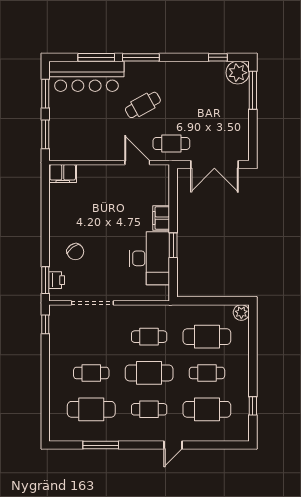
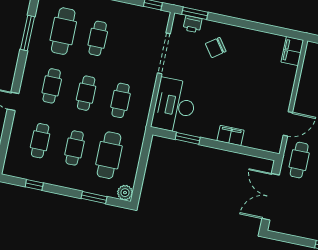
window: (173, 245) -> (188, 138), moved
desk: (150, 258) -> (174, 106), moved, turned 90
window: (253, 343) -> (94, 198), added
cafe table: (149, 373) -> (86, 93), width x0.73, depth x0.74
cafe table: (207, 409) -> (40, 141), width x0.73, depth x0.74

